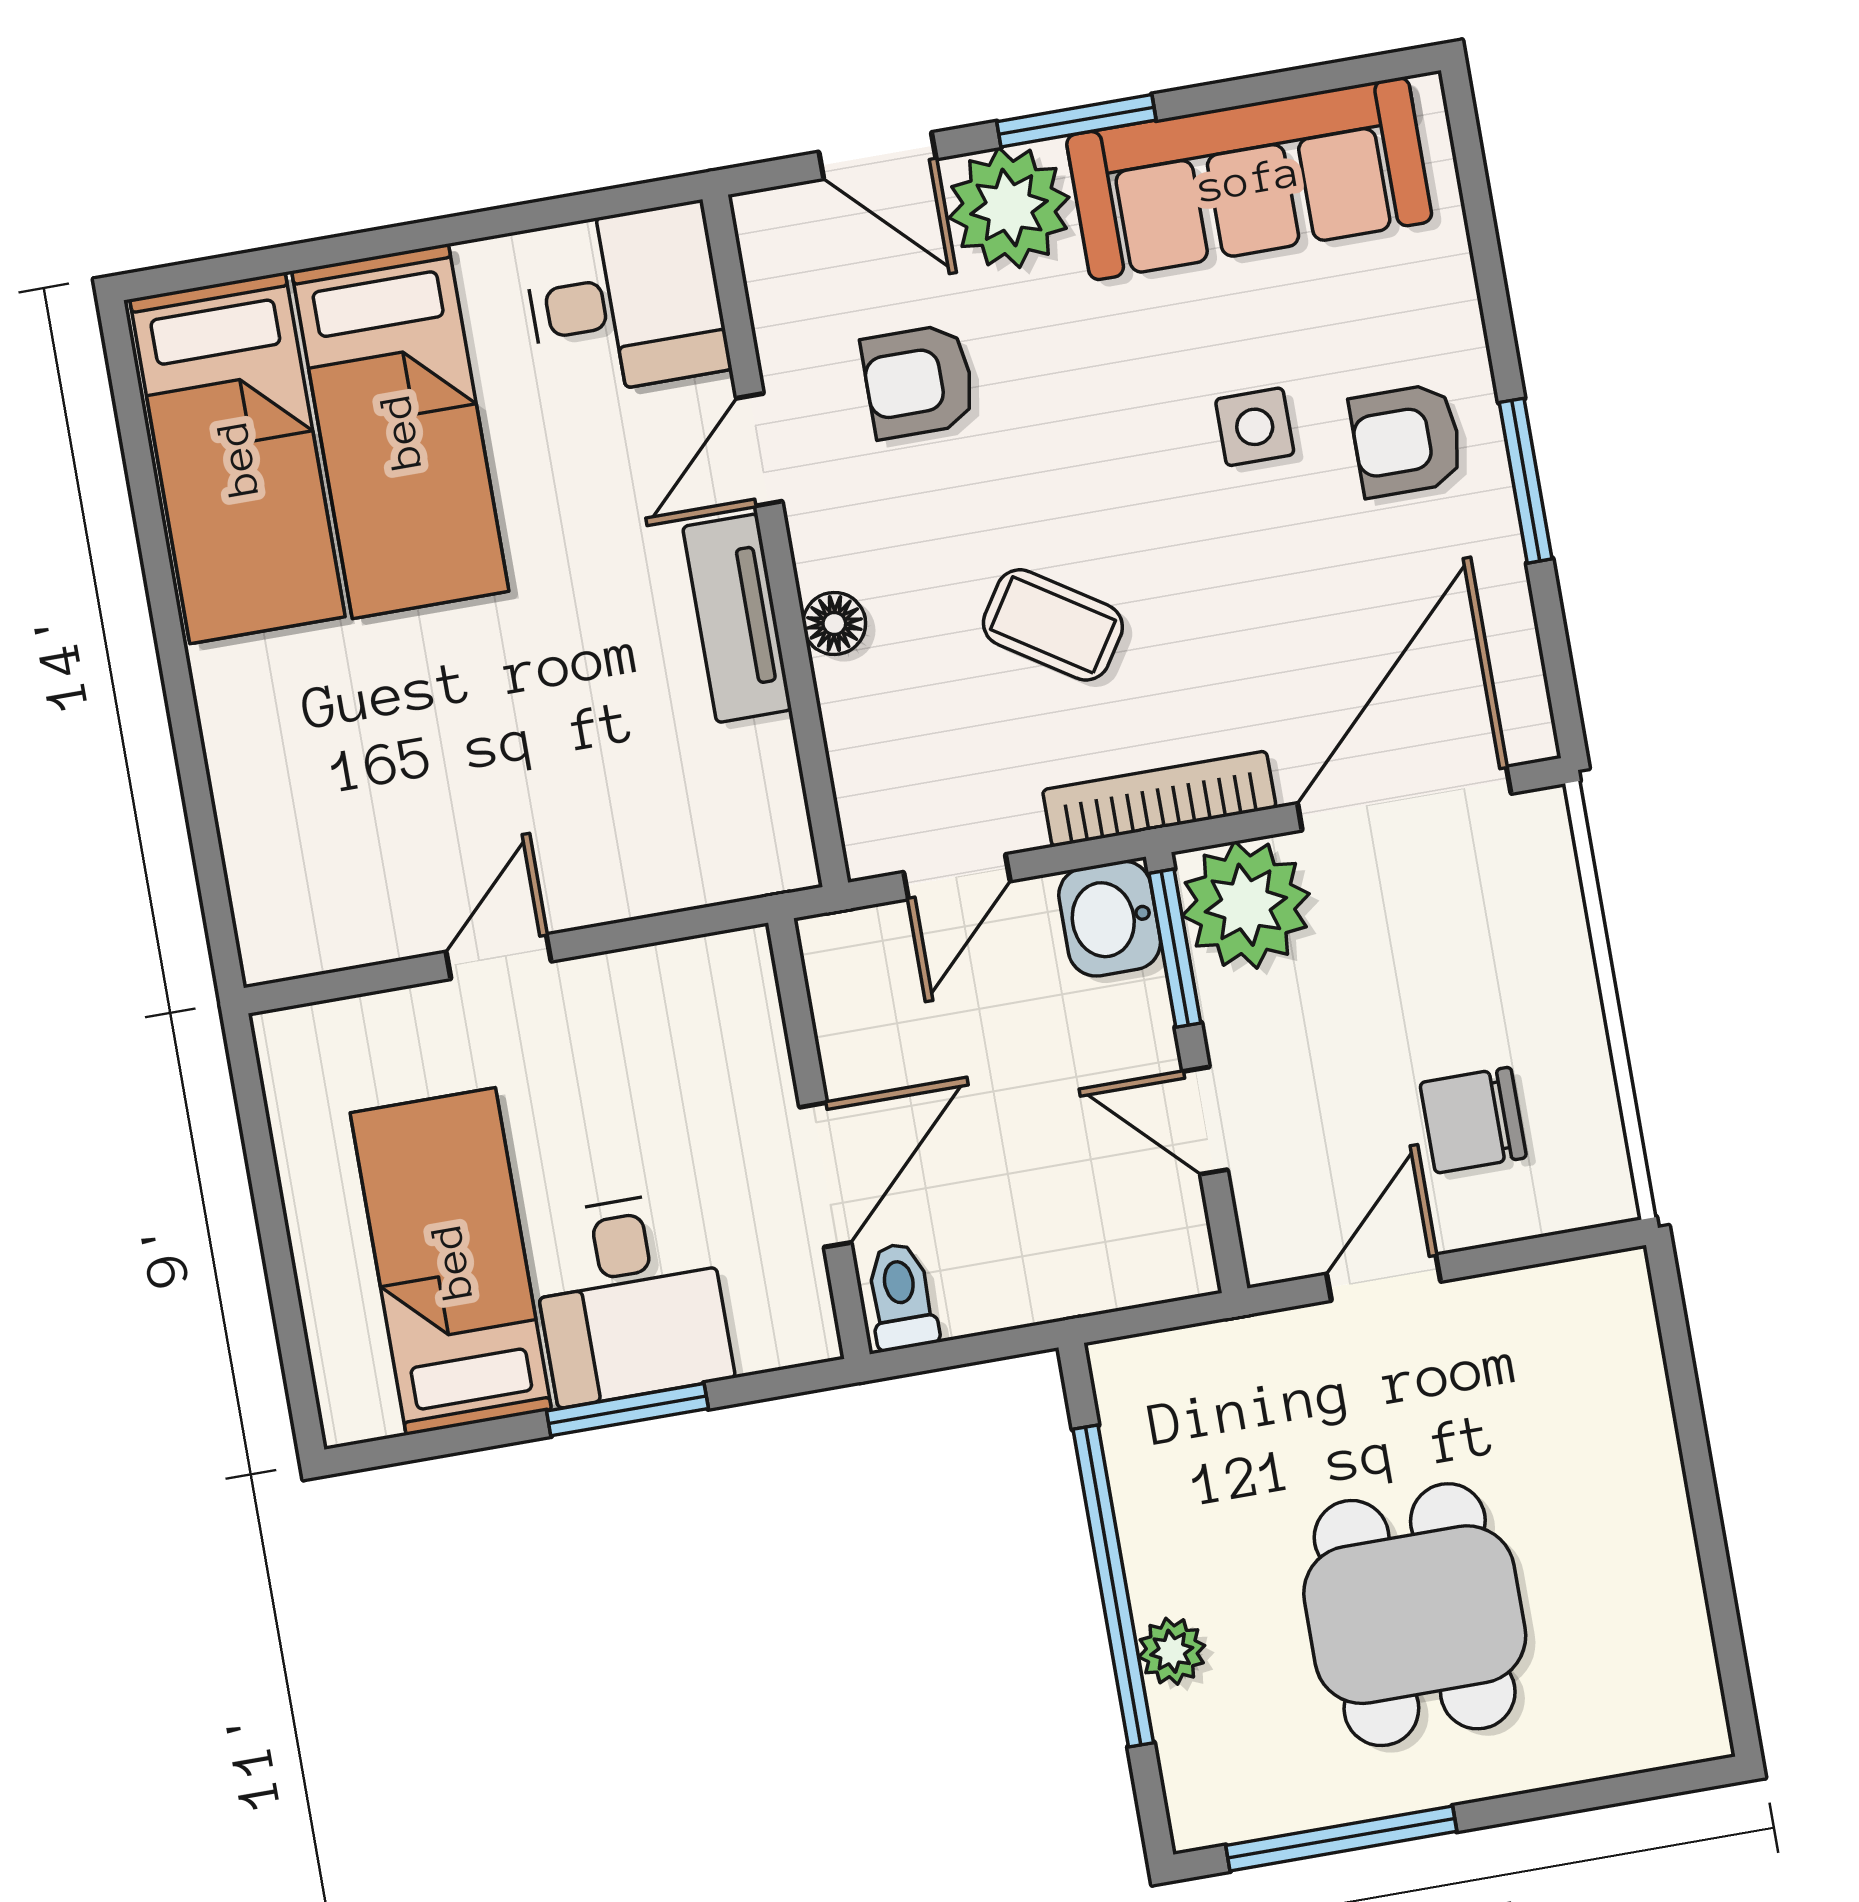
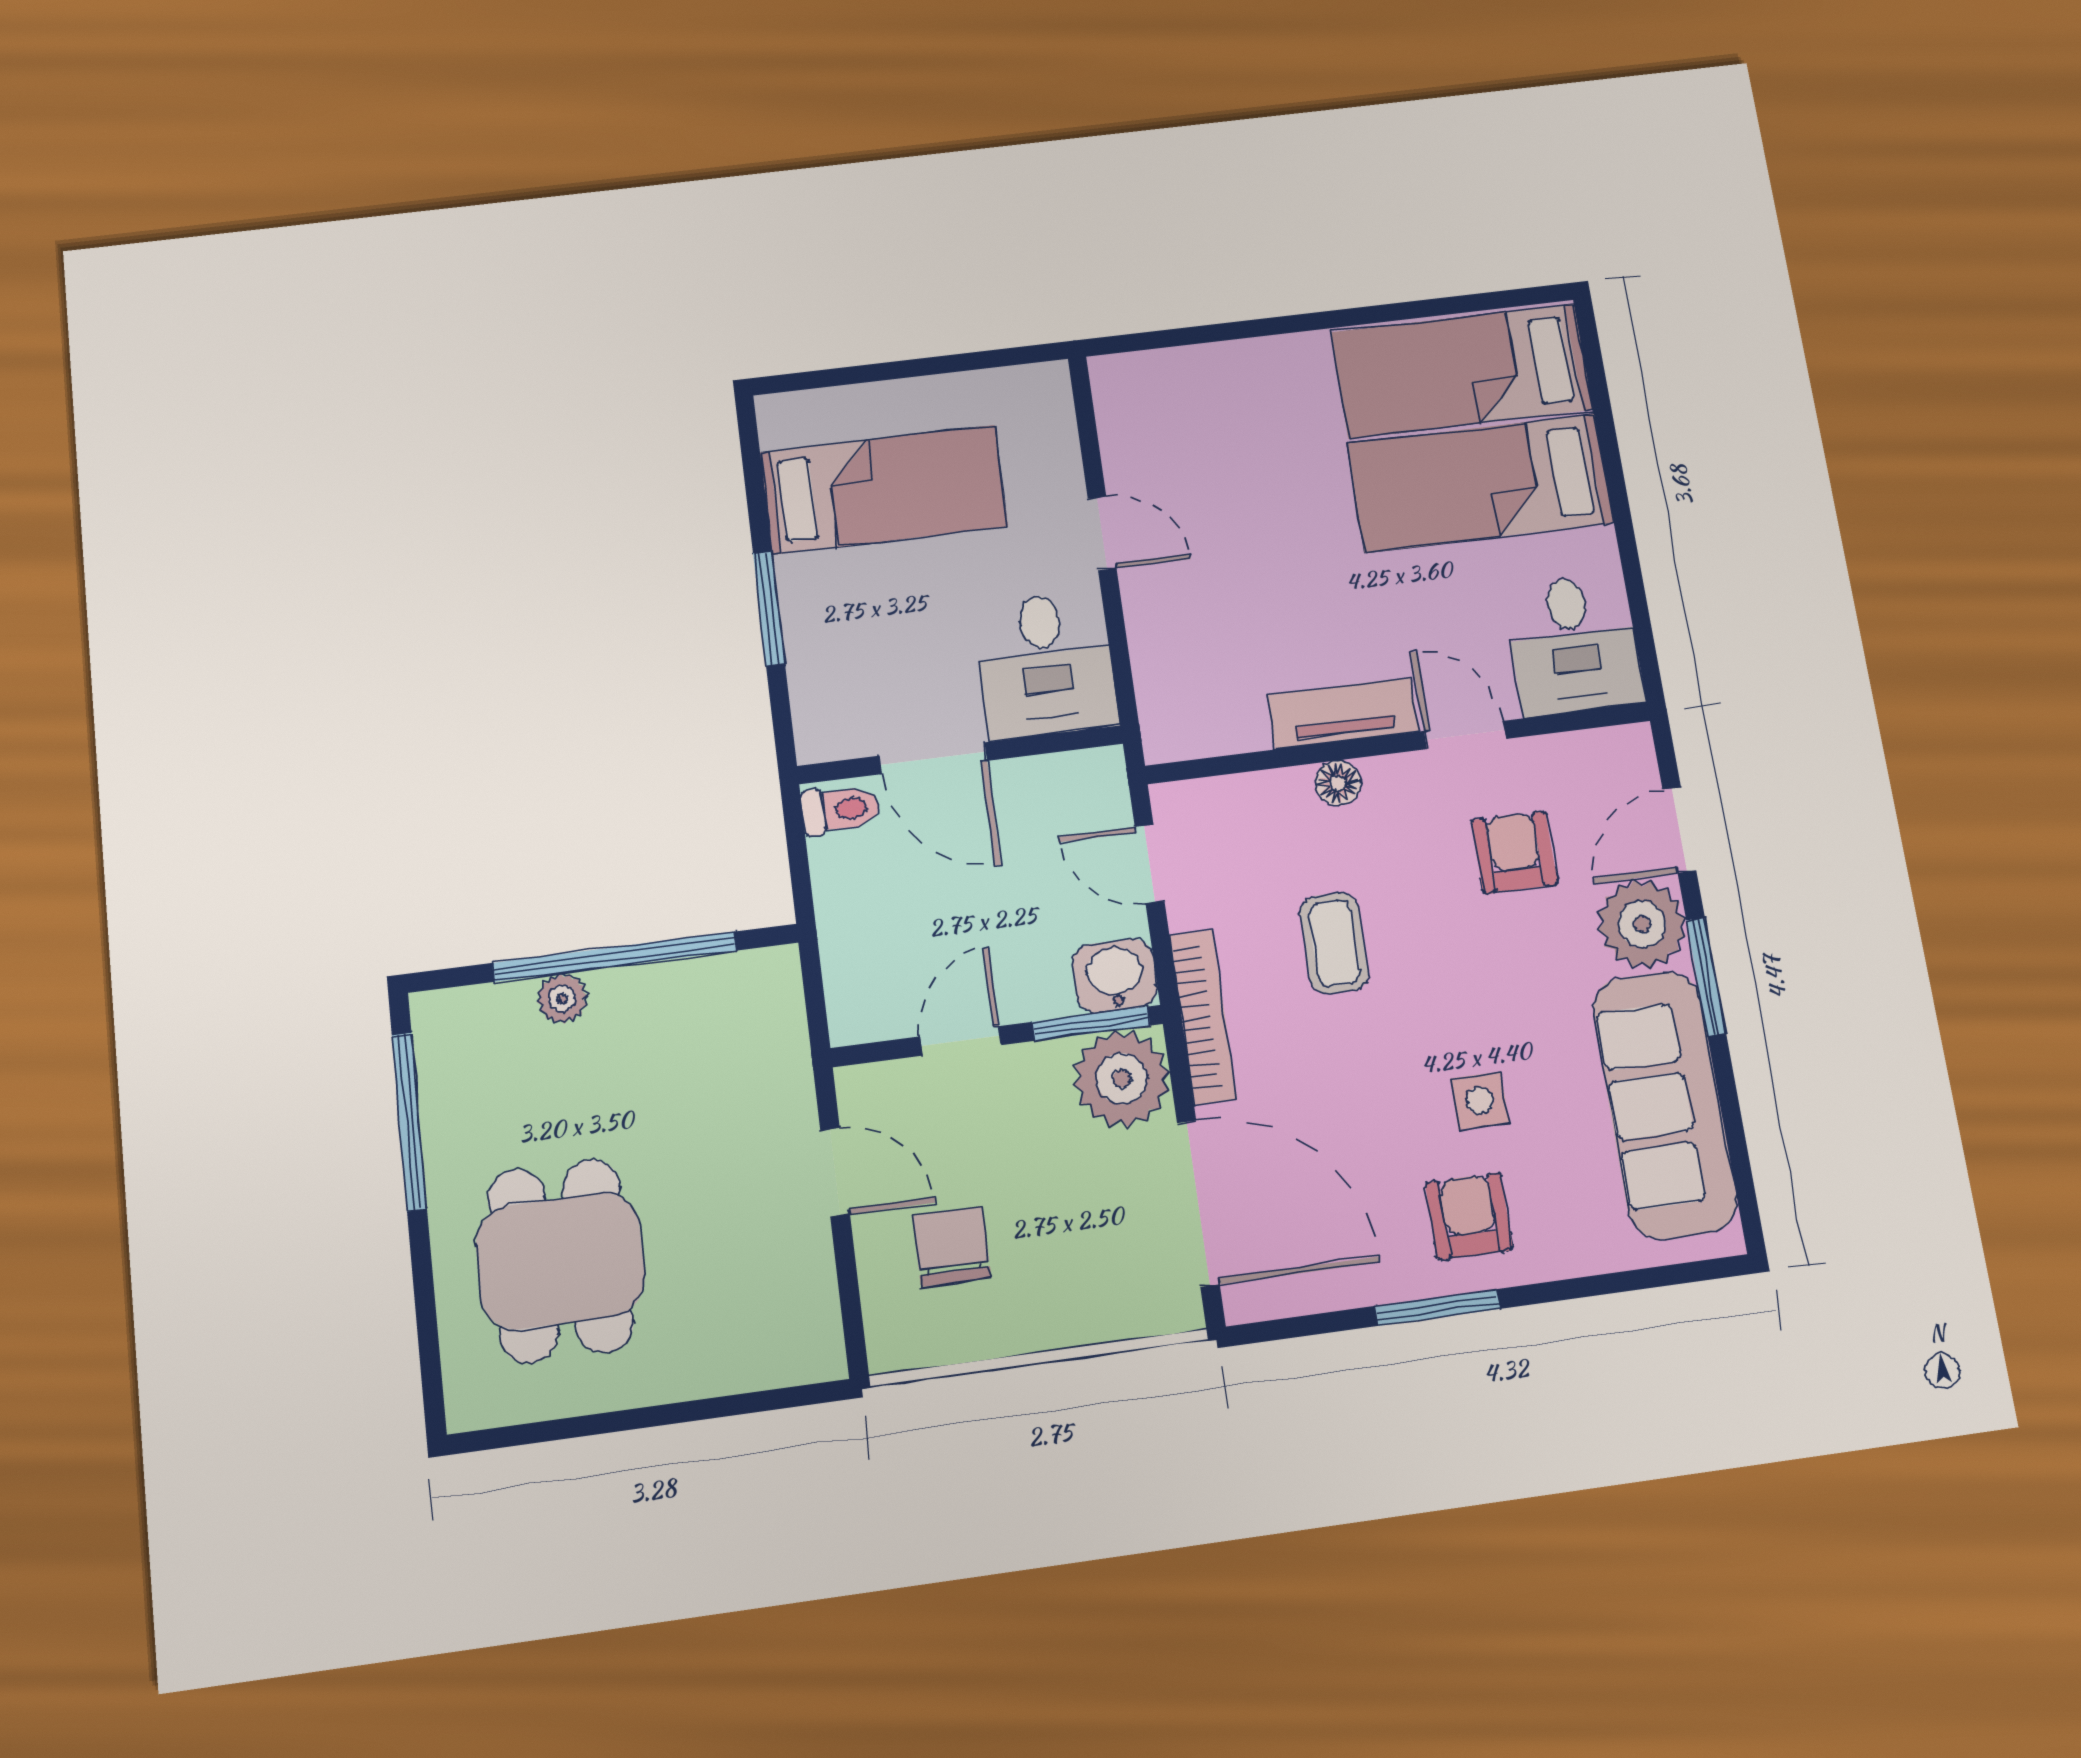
coffee table: (1053, 625) -> (1334, 943), turned -33
desk: (630, 1298) -> (1045, 665), moved, turned -90
dining table: (1415, 1615) -> (560, 1261), moved, turned 90

